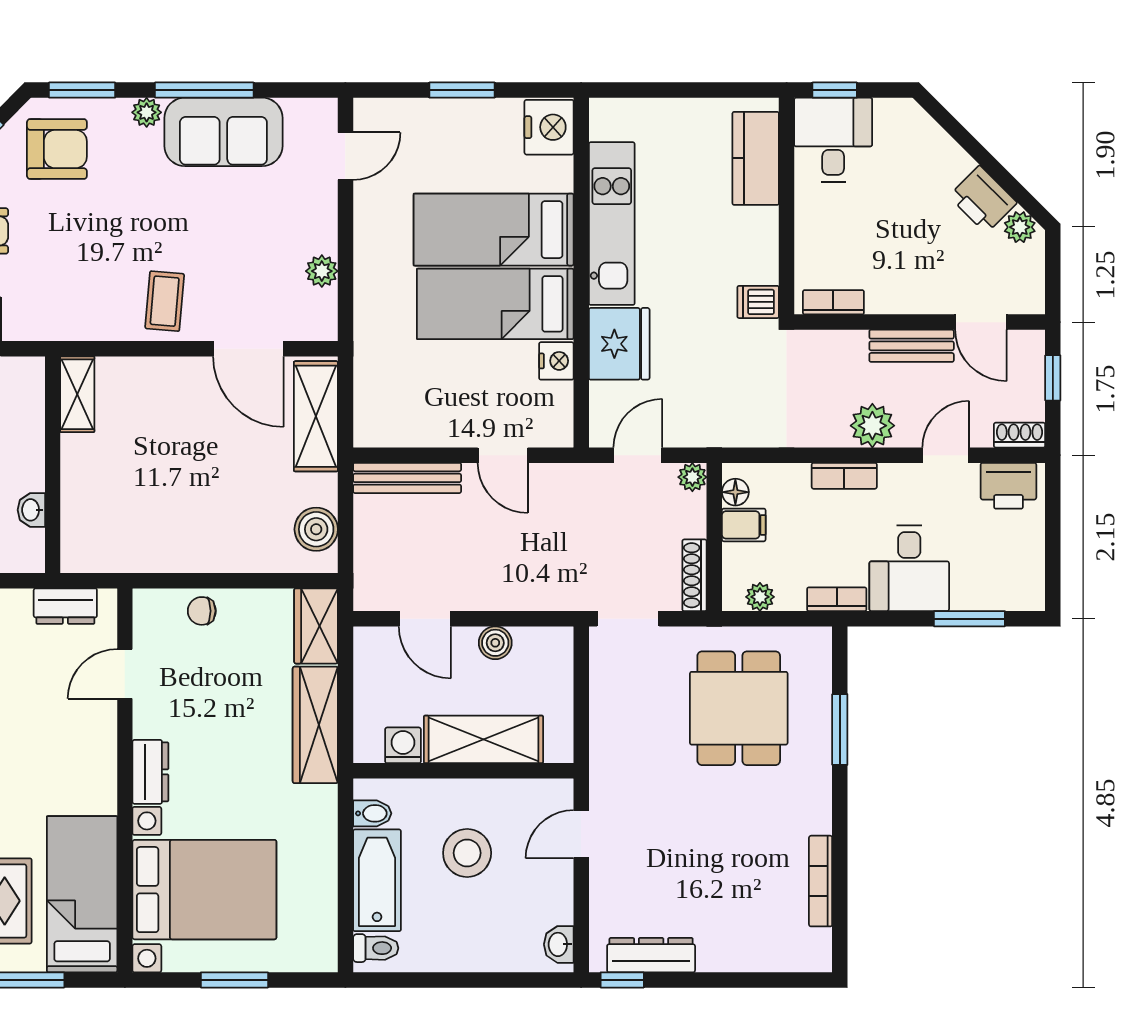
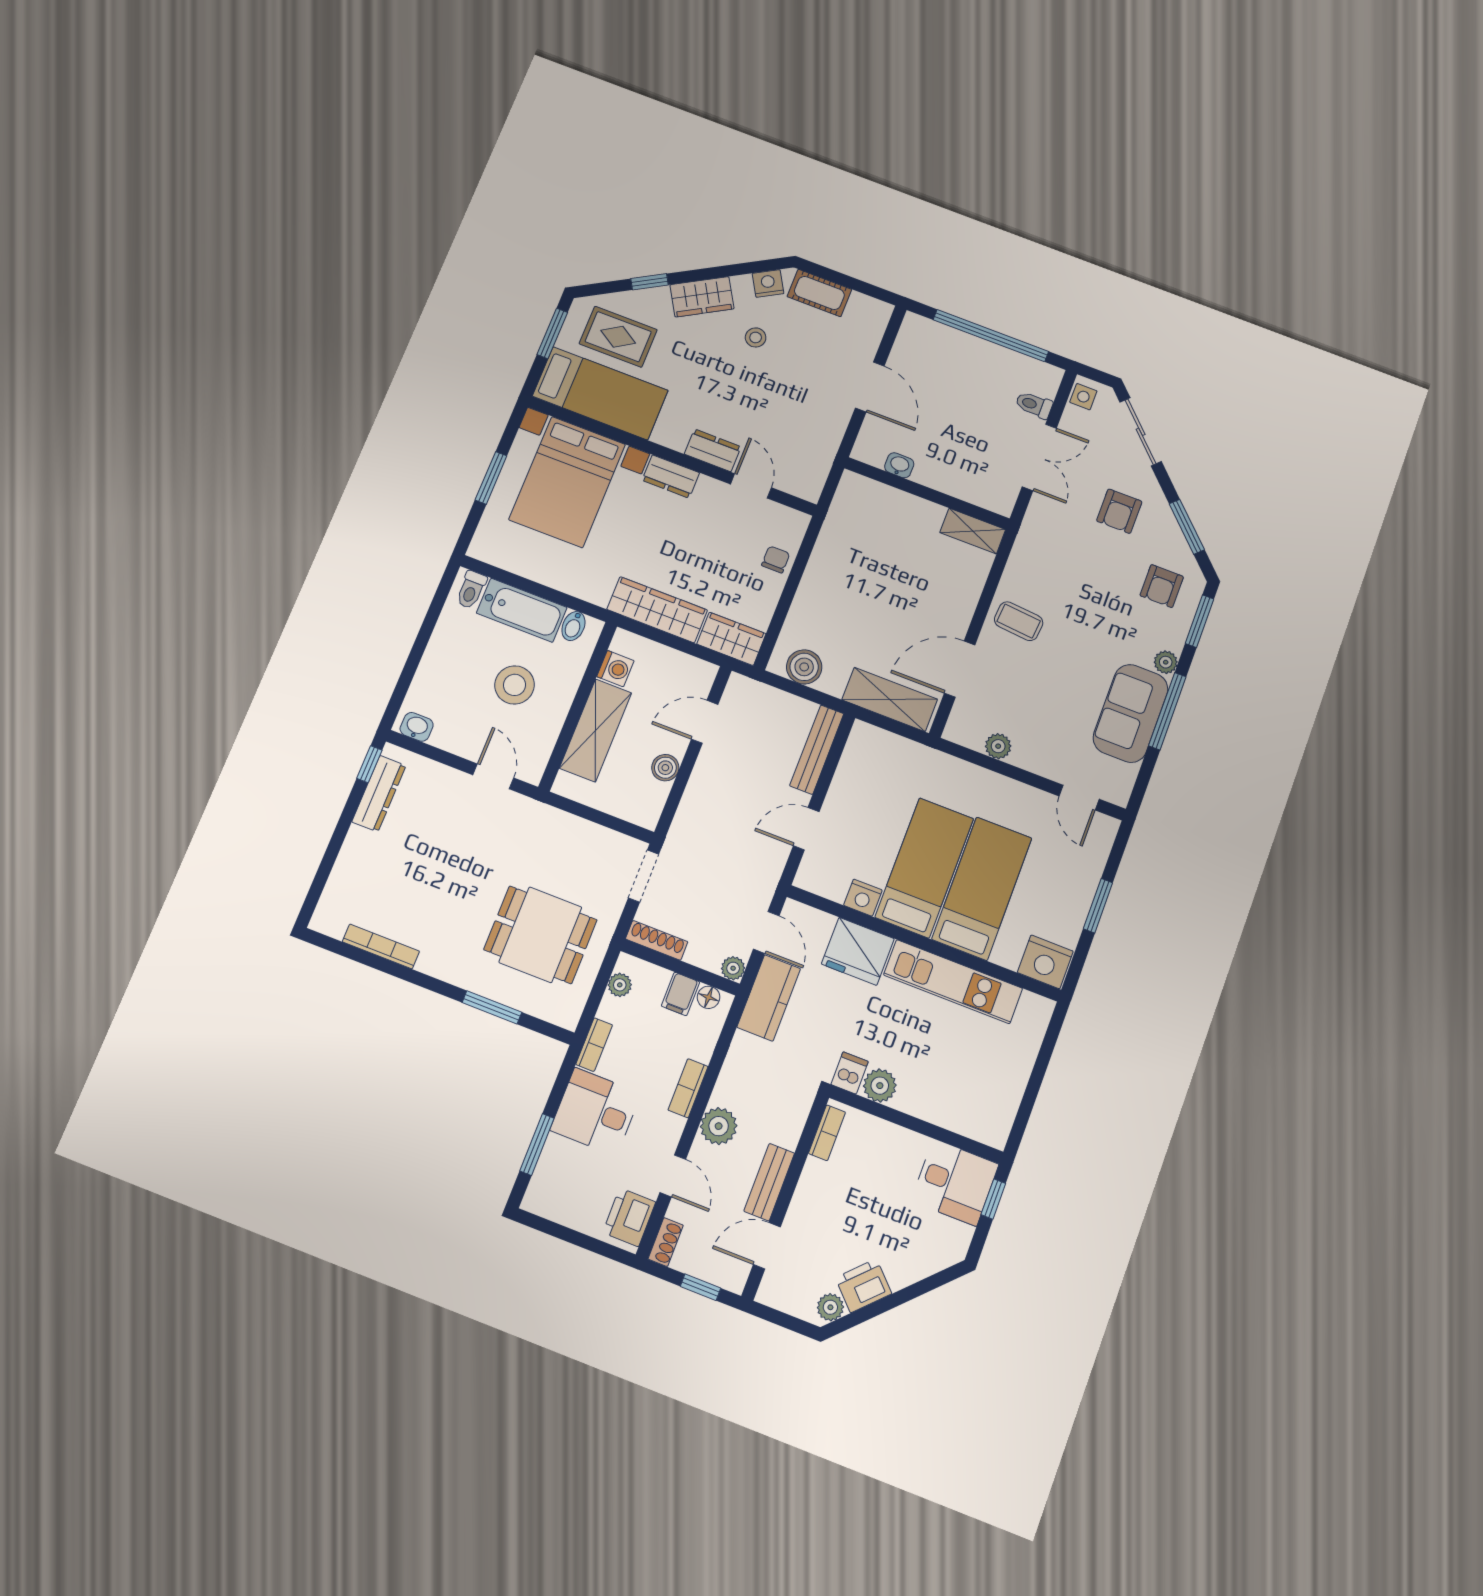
armchair: (57, 149) -> (1162, 586), width x0.72, depth x0.72
kitchen counter: (756, 158) -> (769, 998), moved, turned 90
plant: (759, 263) -> (880, 1086), added
dresser: (65, 606) -> (713, 450), moved, turned 90

